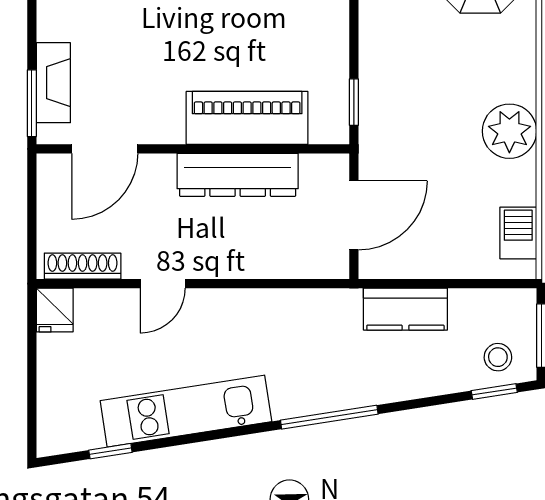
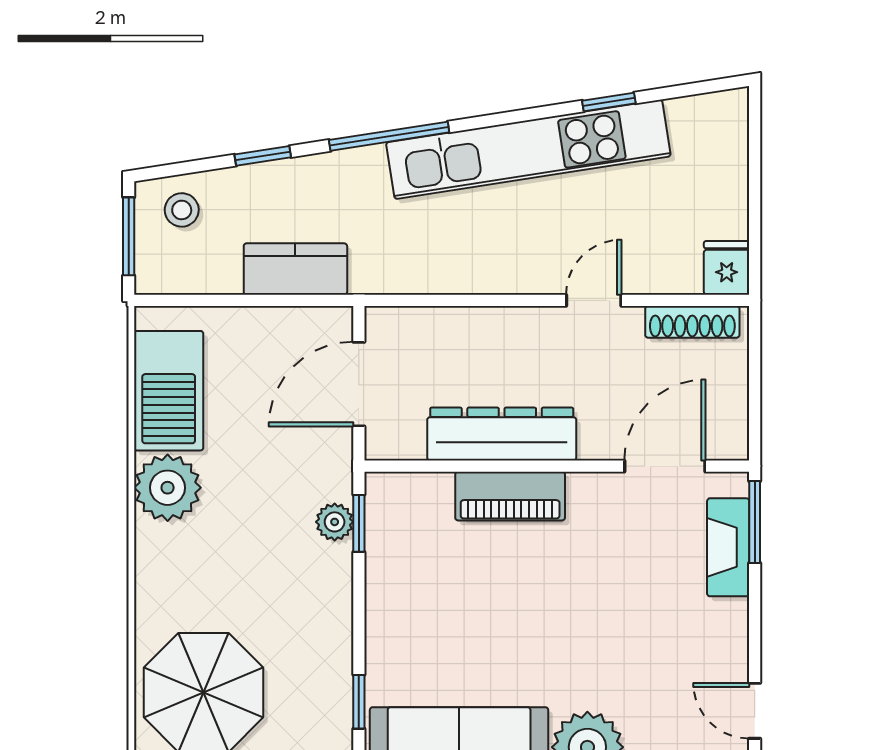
plant: (374, 103) -> (335, 522), added
piano: (247, 118) -> (510, 496), width x0.73, depth x0.75
barbecue: (518, 233) -> (169, 391), width x1.88, depth x1.53
window: (494, 391) -> (263, 156), moved
kitchen unit: (186, 411) -> (528, 149), width x1.36
window: (110, 451) -> (609, 102), moved

